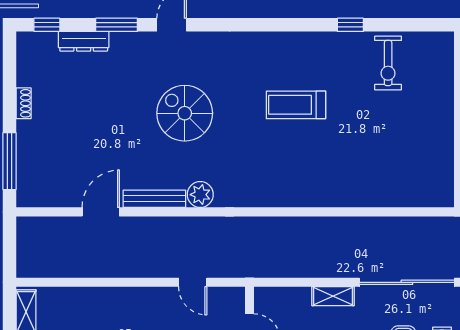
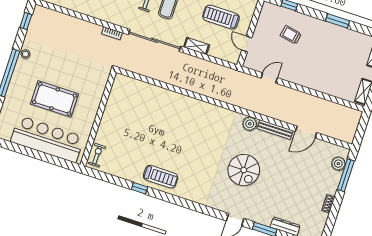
exercise bike: (388, 63) -> (97, 155), moved, width x0.73, depth x0.72
treadmill: (296, 105) -> (161, 177), moved
plant: (29, 176) -> (338, 164), added
door: (193, 282) -> (269, 78), hinge flipped

